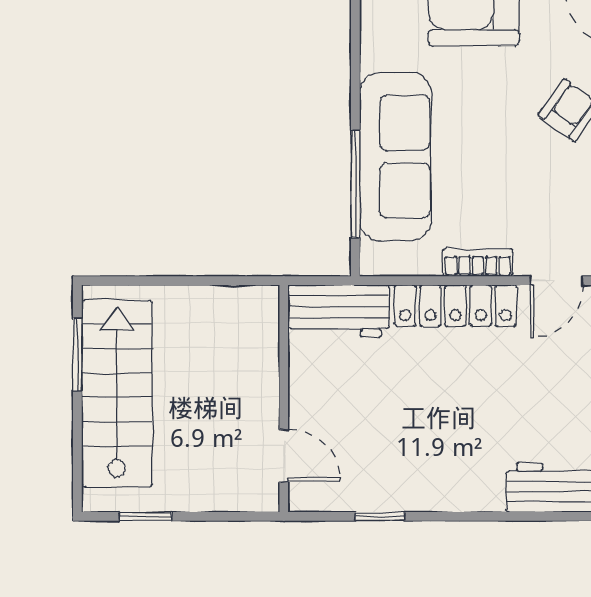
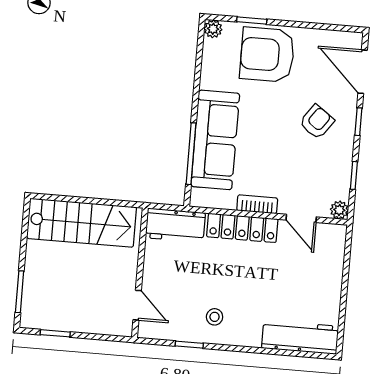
door: (557, 281) -> (301, 218), hinge flipped
window: (77, 354) -> (20, 292), moved
stairs: (117, 393) -> (82, 223), moved, turned 90
stool: (420, 465) -> (215, 317), added

